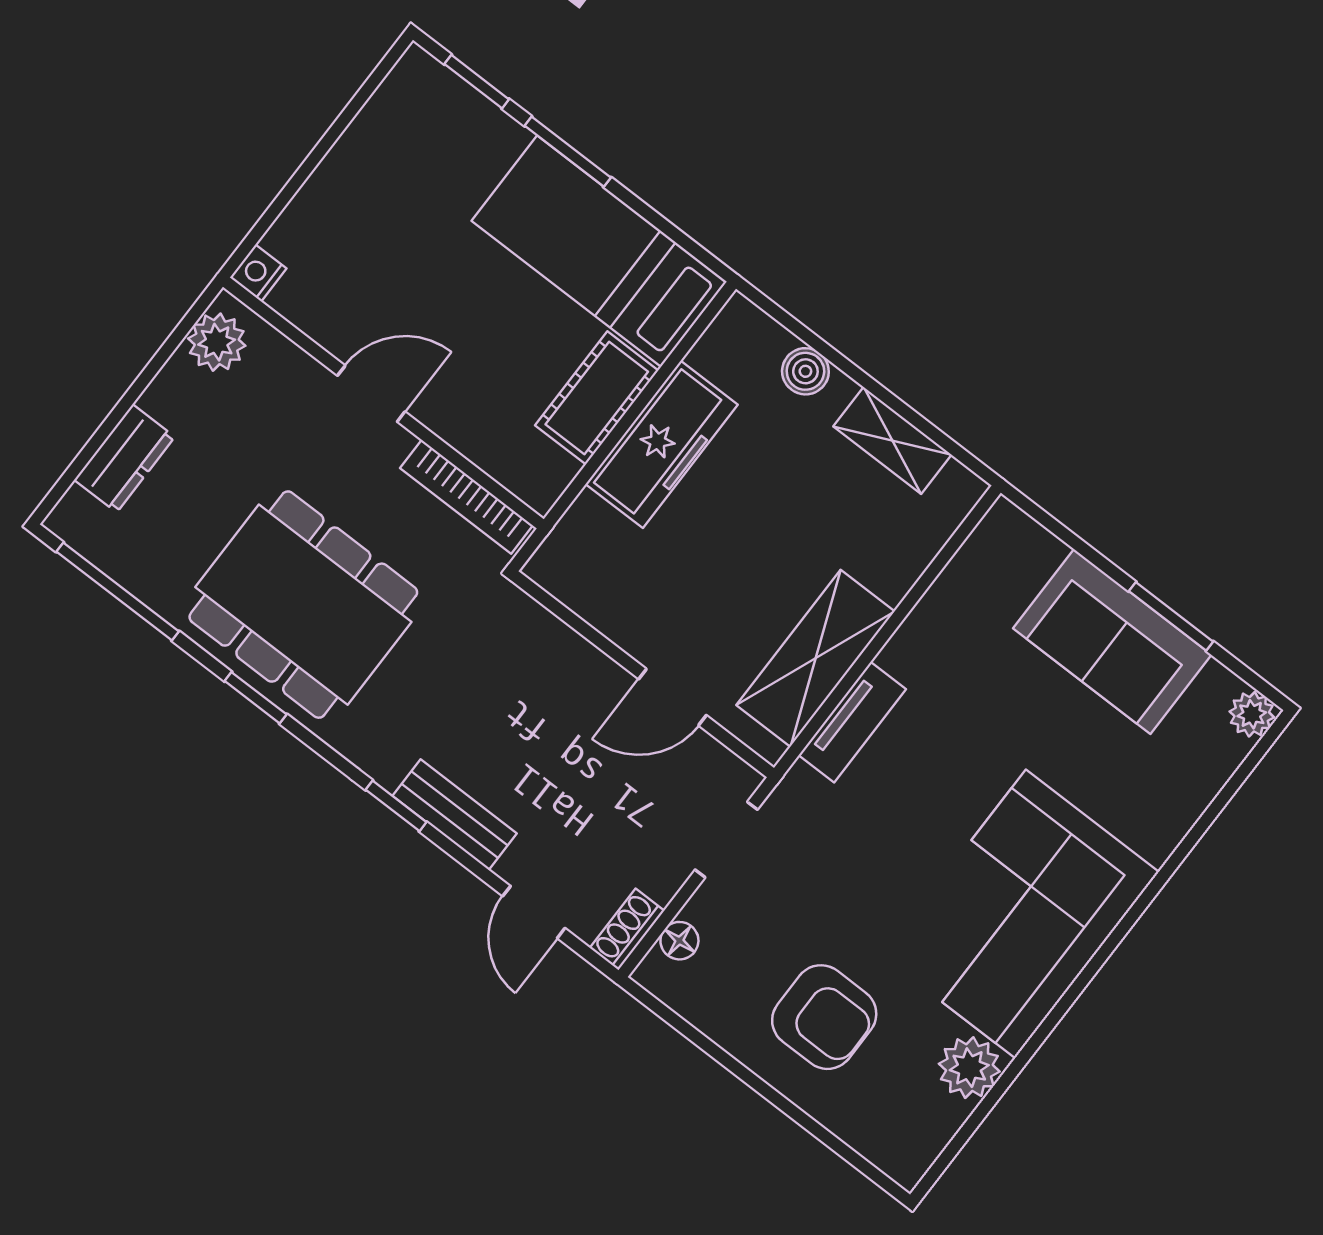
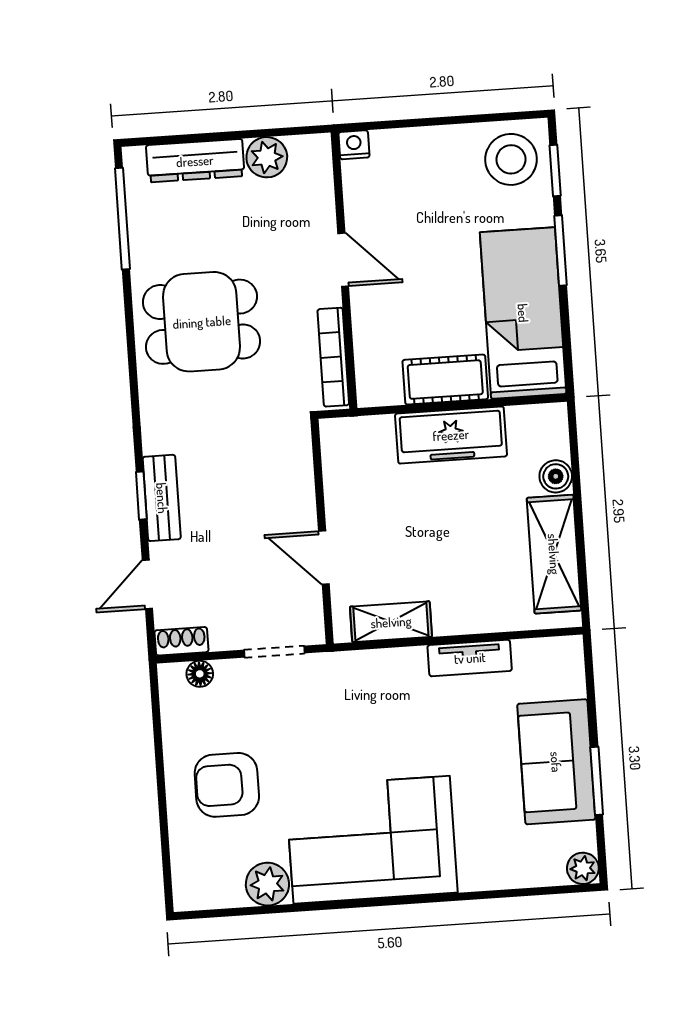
stool: (423, 118) -> (511, 159), added
plant: (217, 342) -> (267, 157), moved
shelving: (892, 440) -> (554, 554), width x1.50, depth x1.33
dresser: (125, 458) -> (195, 161), width x1.44
dining table: (303, 605) -> (202, 322), width x0.73
shelving: (816, 658) -> (391, 622), width x0.67, depth x0.75
window: (256, 698) -> (131, 340), removed
tv unit: (852, 722) -> (470, 658), moved
window: (396, 806) -> (141, 496), moved
armchair: (824, 1017) -> (227, 785), turned 90

